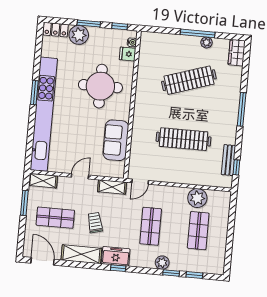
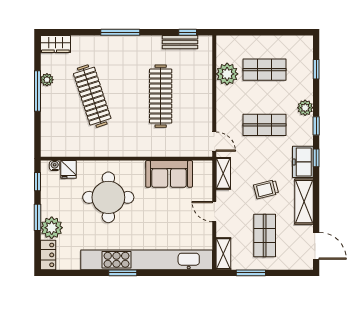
door: (42, 261) -> (316, 246), swing flipped
window: (171, 273) -> (316, 126), moved

